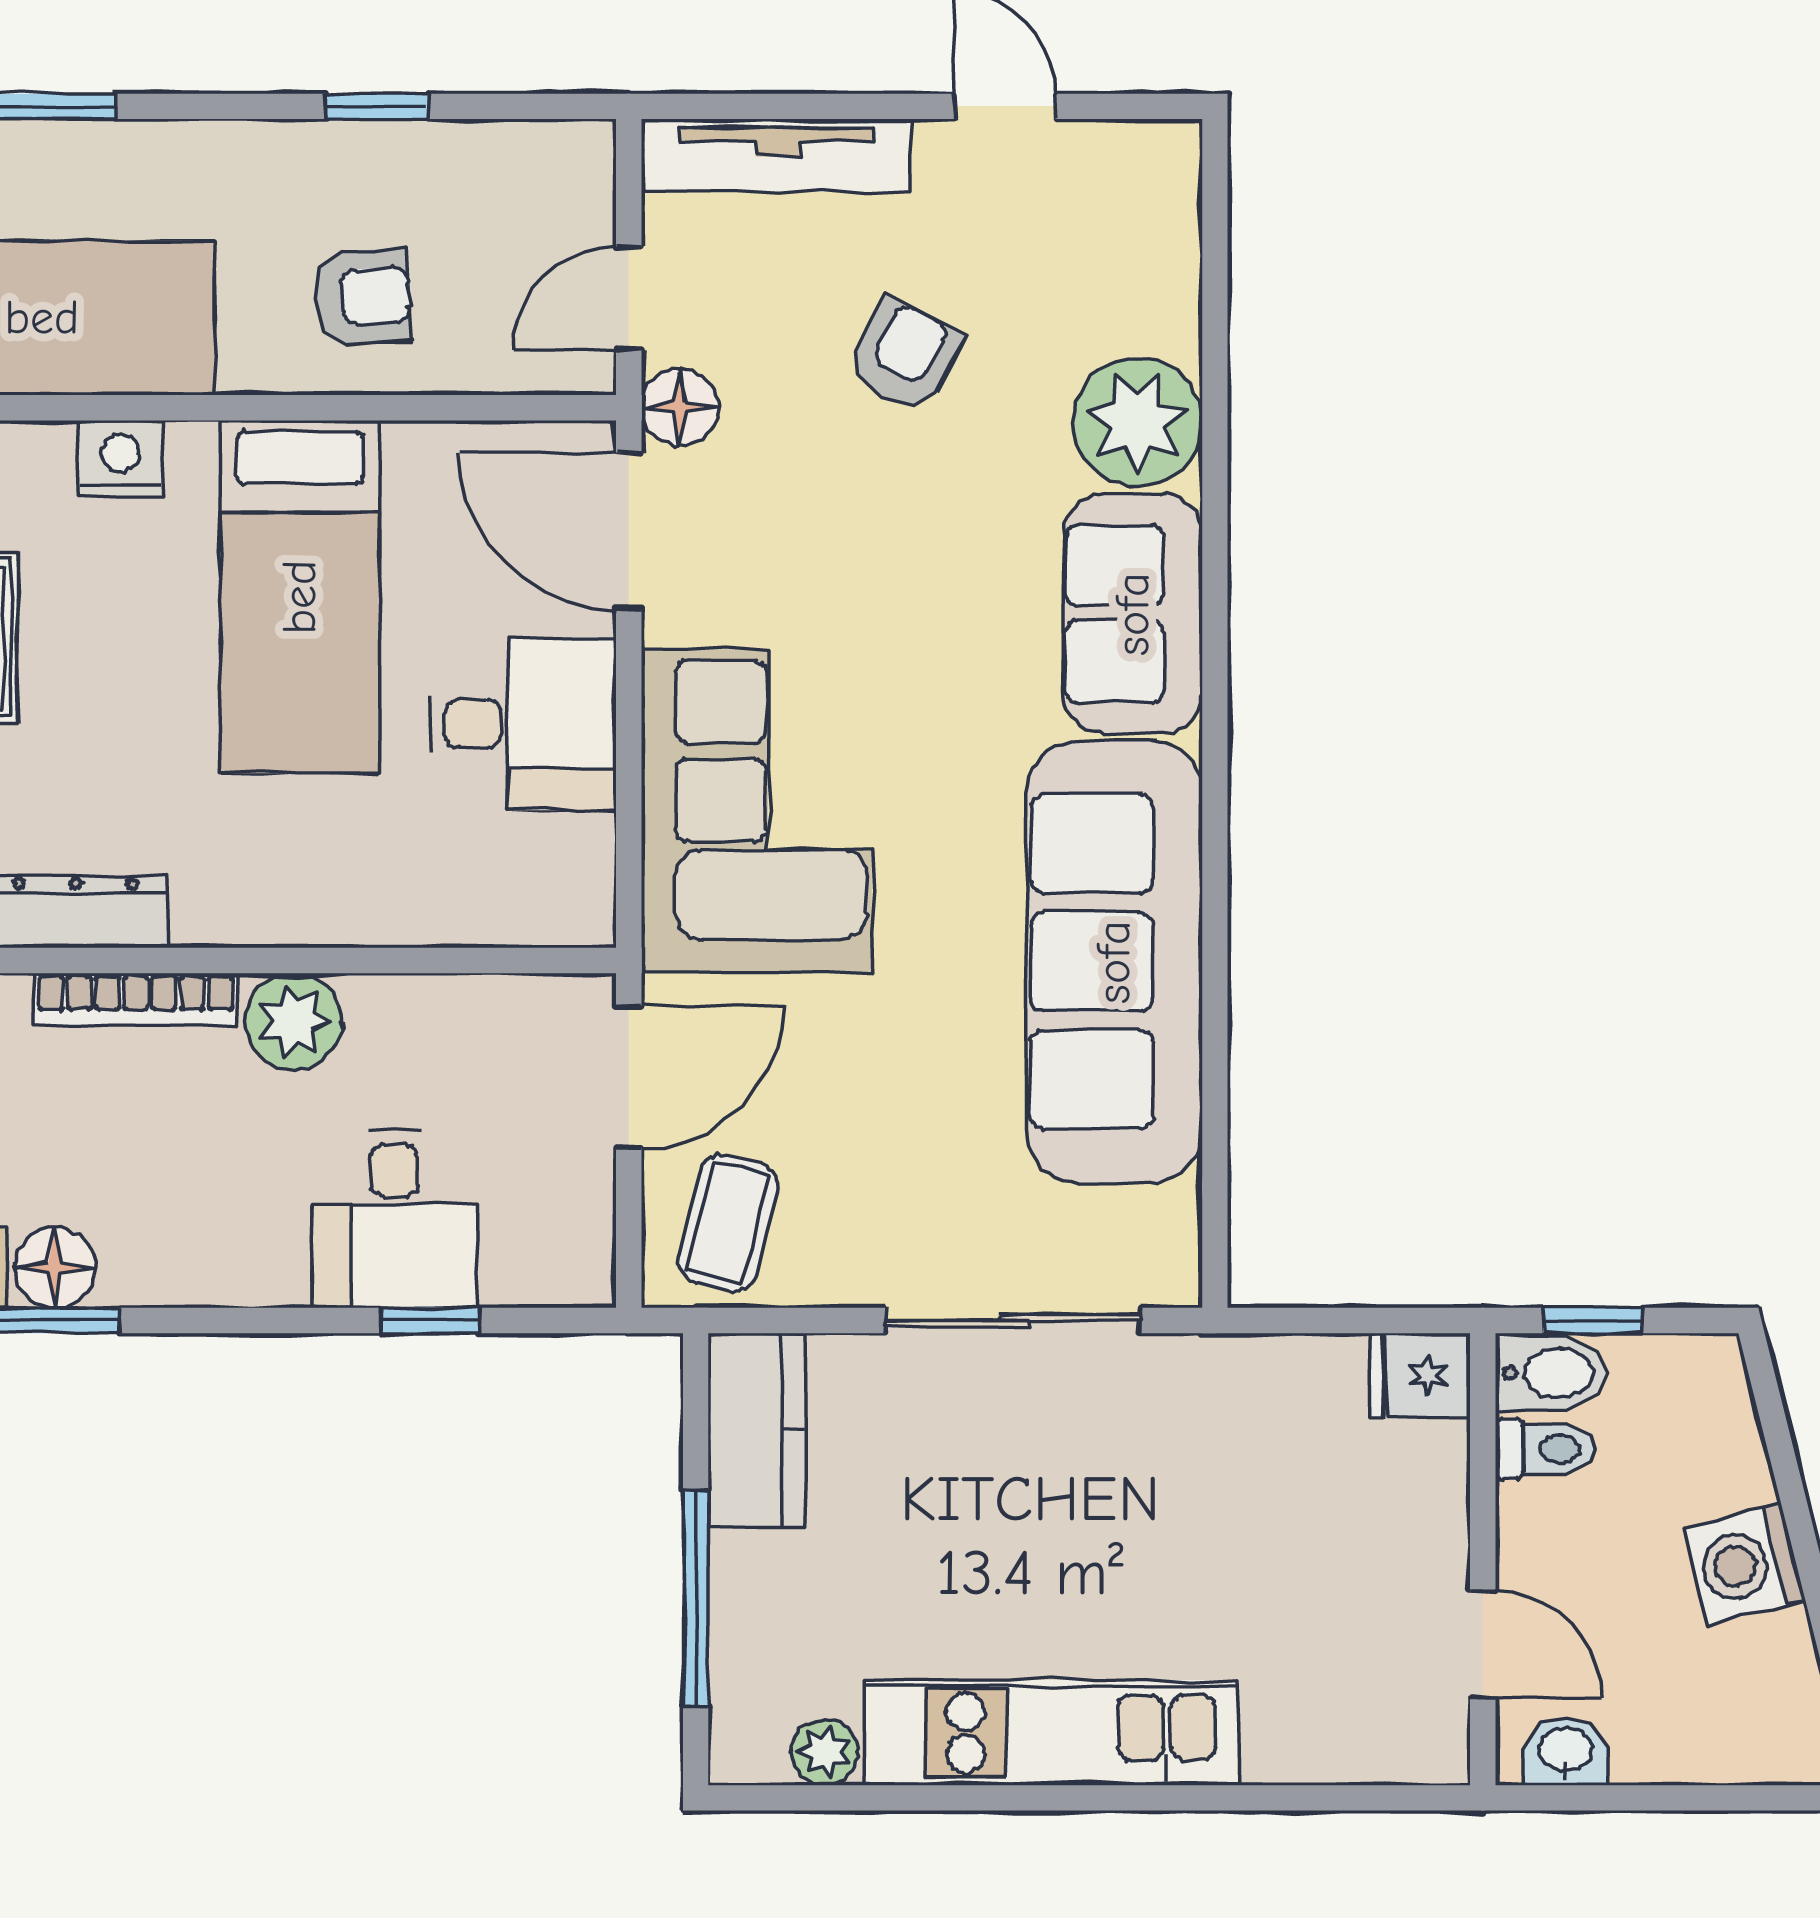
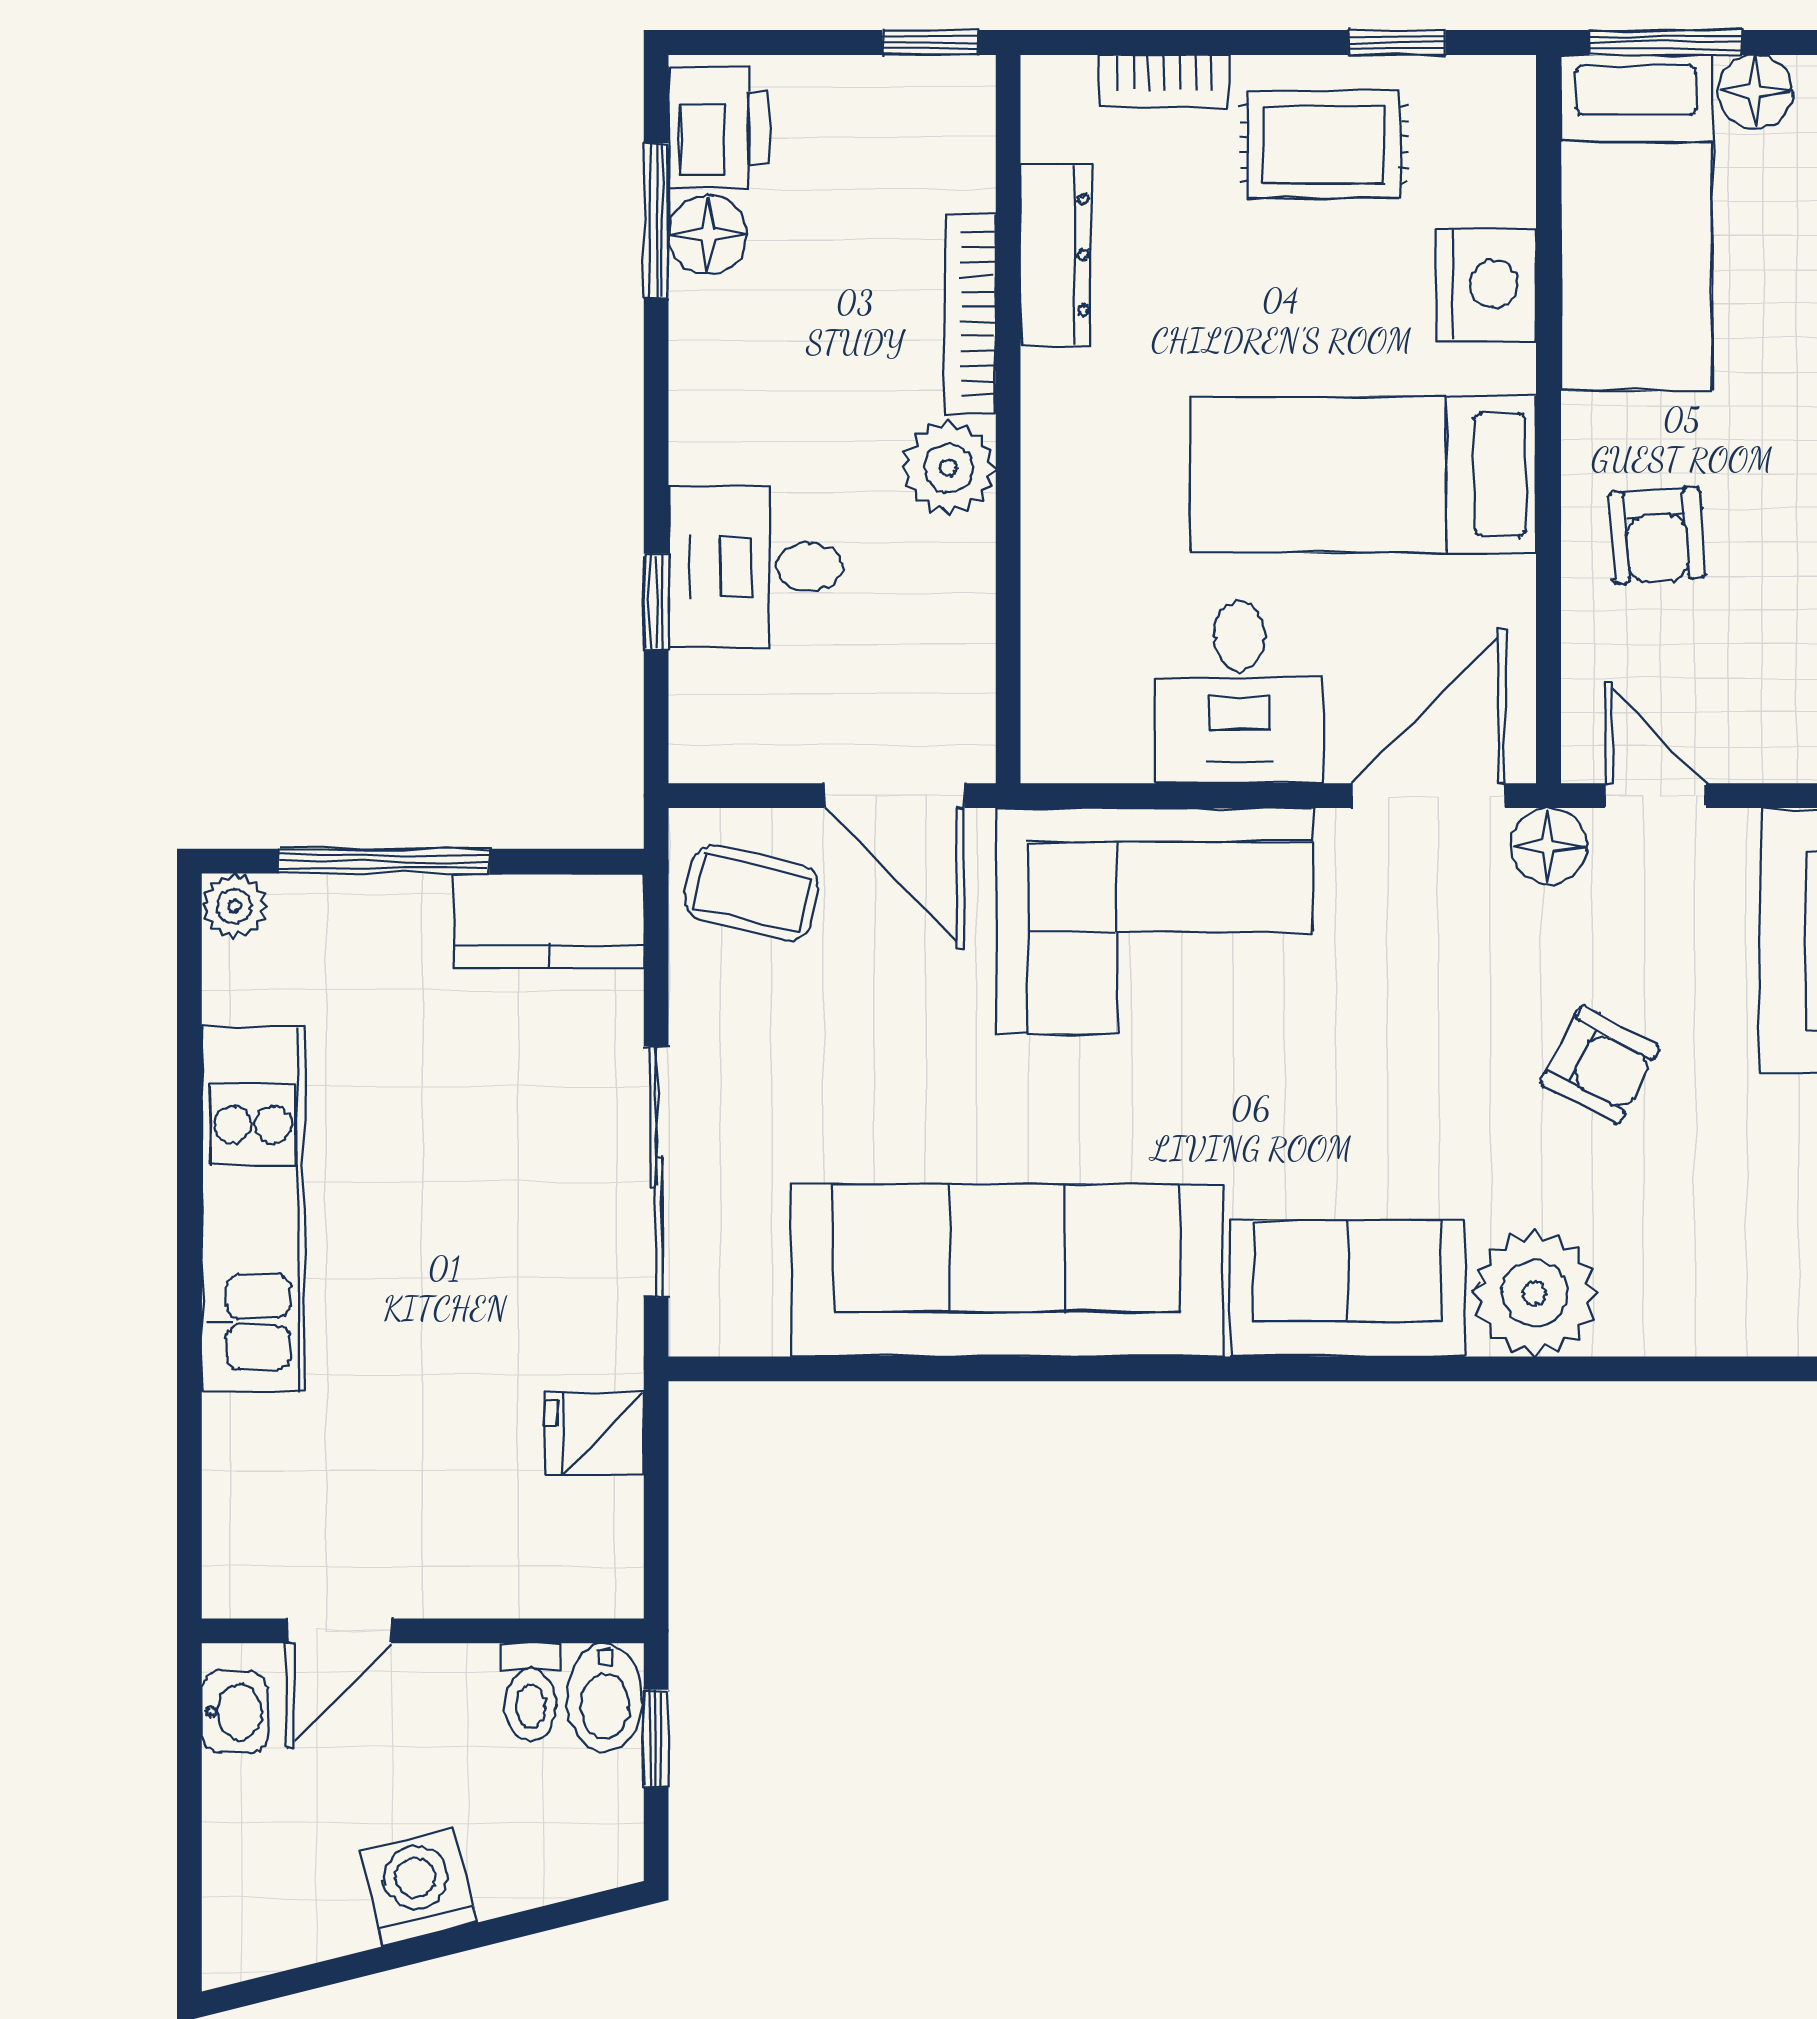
nightstand: (121, 459) -> (1486, 284), width x1.36, depth x1.33
fridge: (1420, 1375) -> (595, 1433), moved, turned -90
plant: (825, 1752) -> (234, 906), moved

